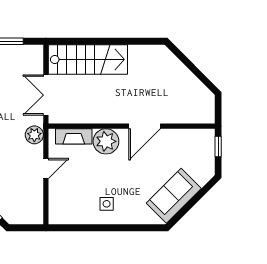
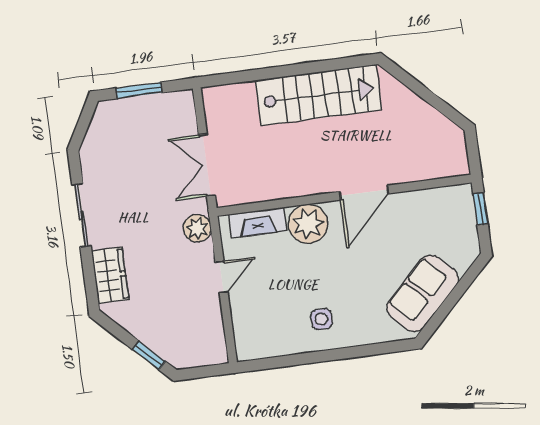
stairs: (88, 59) -> (318, 95), moved

